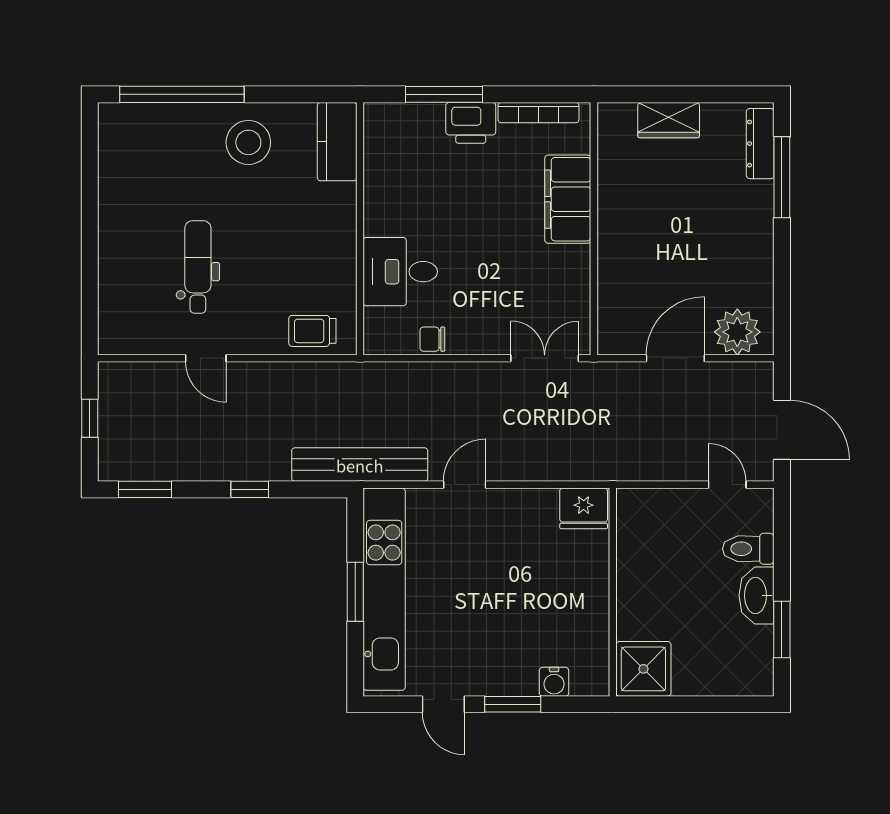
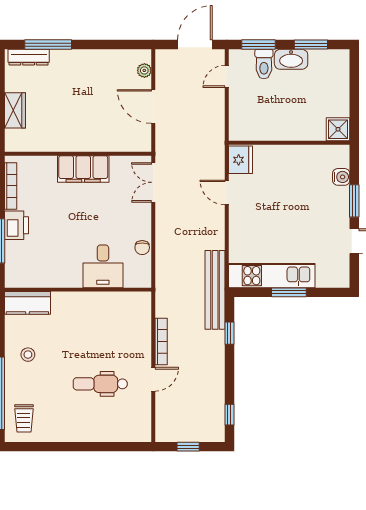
stool: (248, 142) -> (28, 355), width x0.53, depth x0.53
filing cabinet: (568, 199) -> (83, 169), moved
trolley: (312, 331) -> (24, 418), moved
plant: (737, 332) -> (144, 70), width x0.53, depth x0.53
bookcase: (271, 372) -> (161, 342), added
door: (465, 485) -> (227, 192), moved
window: (145, 489) -> (229, 415), width x0.67
window: (250, 489) -> (229, 333), moved
window: (782, 540) -> (259, 45), added
kitchen unit: (384, 589) -> (272, 276), width x0.73
shower: (643, 669) -> (338, 129), width x0.73, depth x0.73

